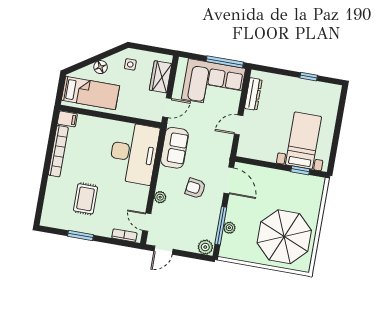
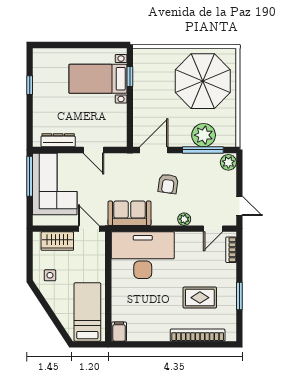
floor lamp: (101, 67) -> (58, 306), removed
bookcase: (58, 151) -> (198, 335), moved
plant: (229, 228) -> (204, 135), width x1.87, depth x1.87

